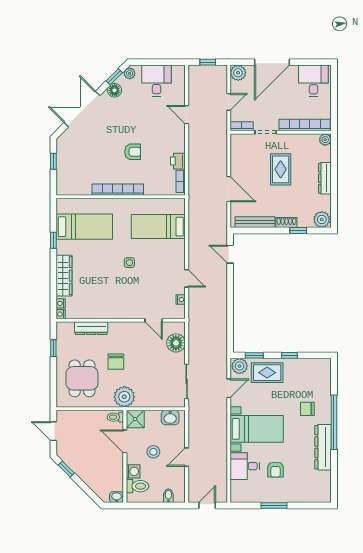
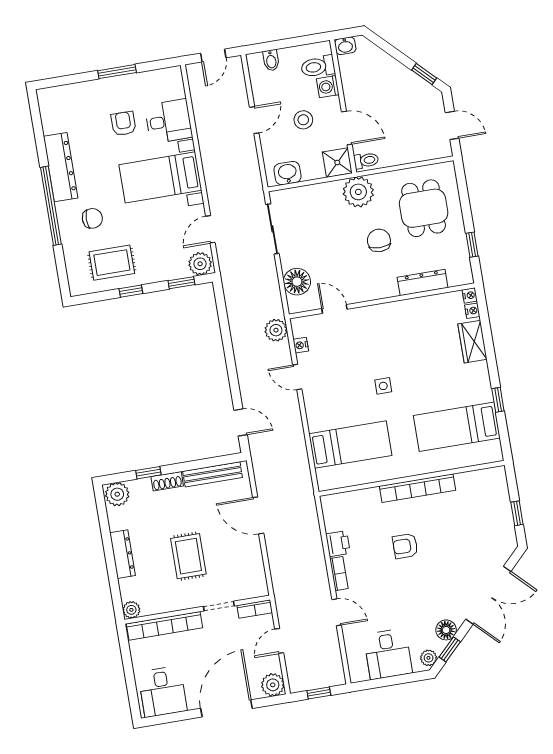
bookcase: (181, 181) -> (339, 574), moved
wardrobe: (64, 276) -> (472, 342), width x0.67
plant: (196, 312) -> (276, 330), added
rug: (267, 373) -> (112, 263), moved

